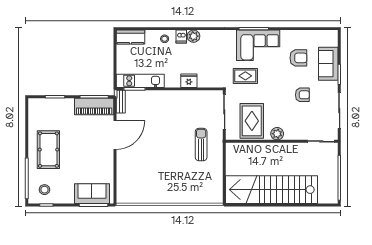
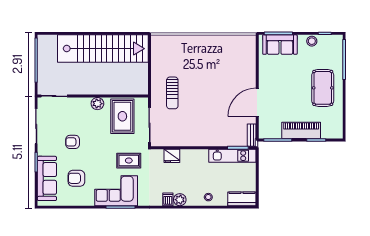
dishwasher: (181, 37) -> (168, 199), moved
sofa: (328, 64) -> (47, 178), width x1.36
fridge: (189, 81) -> (172, 156), moved
piano: (94, 106) -> (301, 130), moved
stool: (44, 190) -> (312, 41), moved

